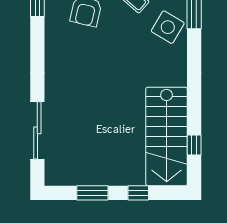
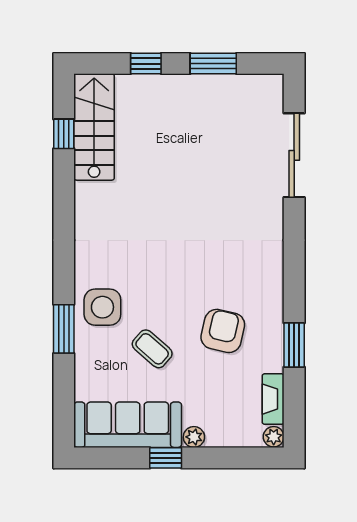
side table: (168, 27) -> (102, 307), turned -31
stairs: (167, 136) -> (94, 127), width x0.73, depth x0.66

